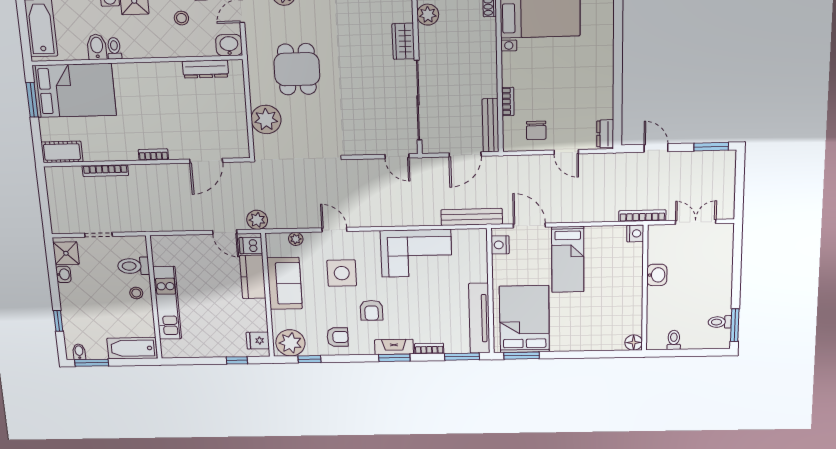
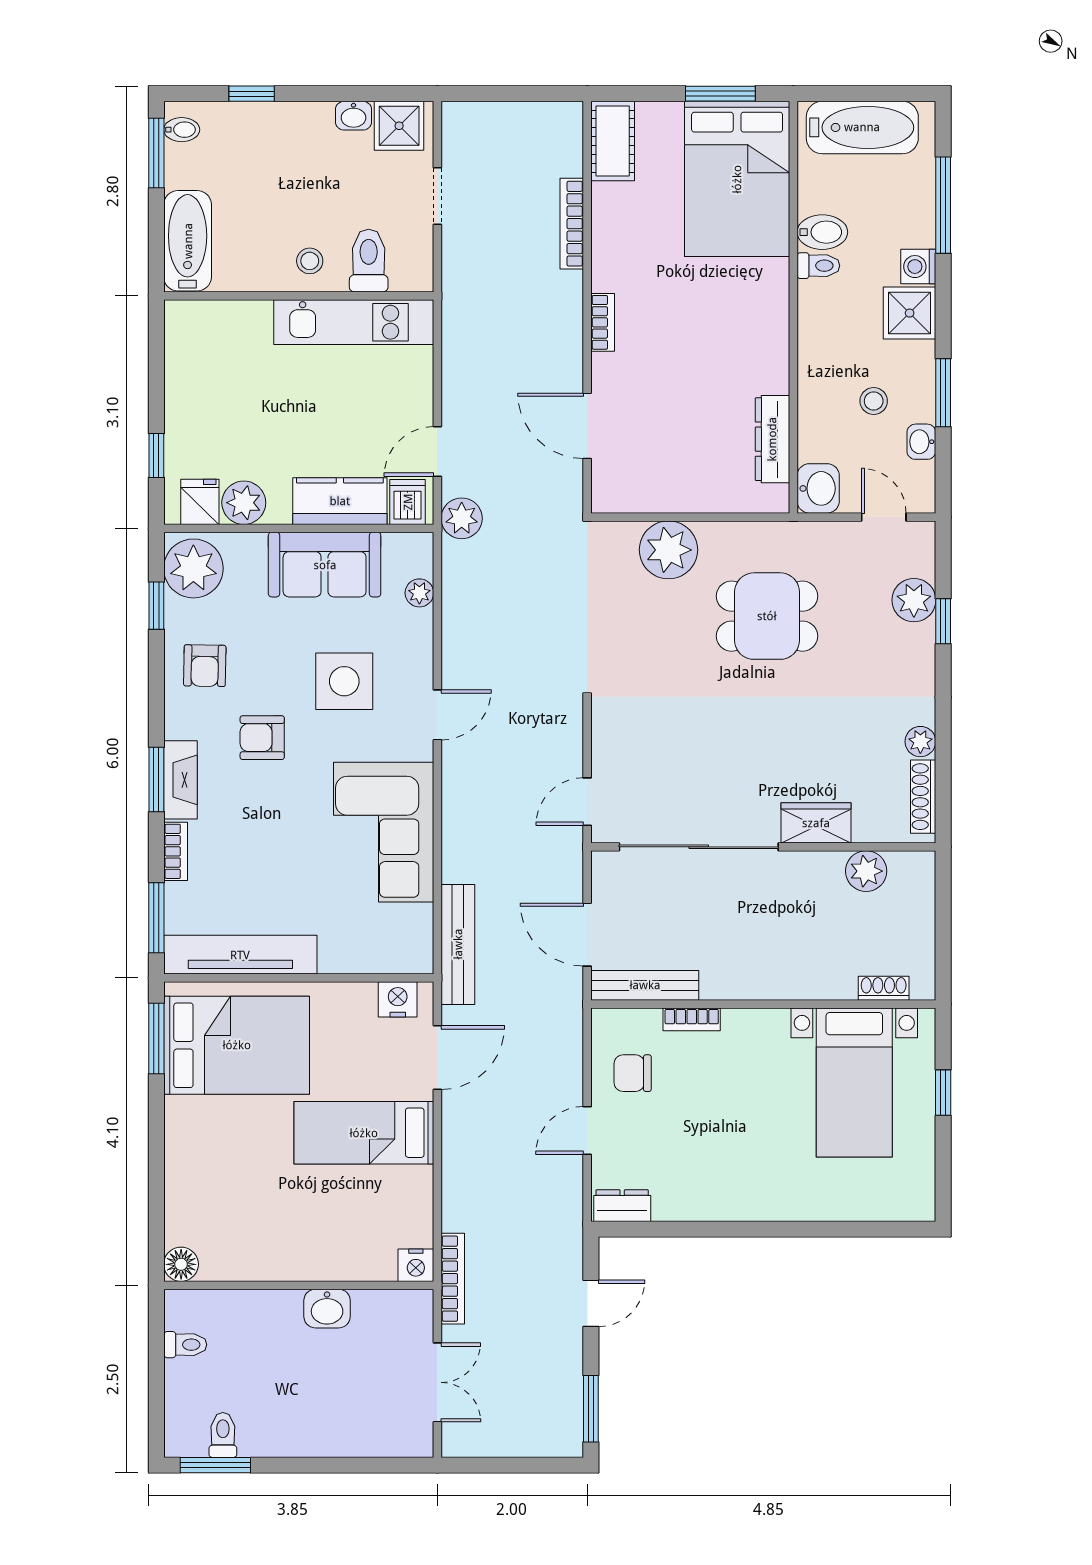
door: (334, 230) -> (437, 715), moved
kitchen unit: (167, 303) -> (354, 322), moved
plant: (257, 321) -> (244, 503), added

